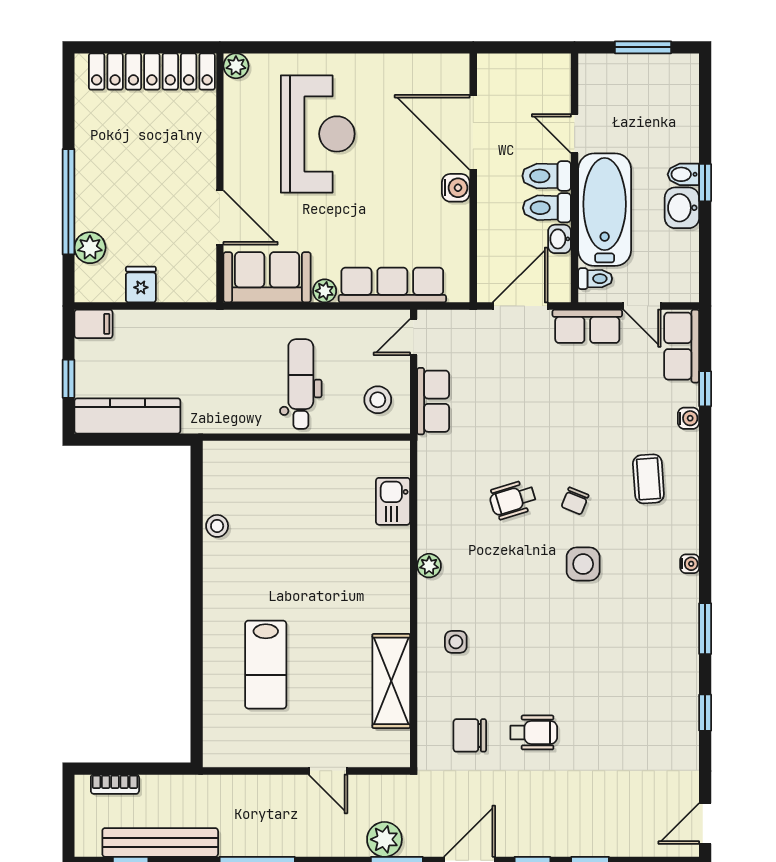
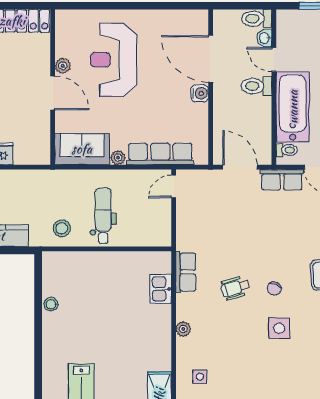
plant: (236, 66) -> (63, 66), moved
reception desk: (318, 134) -> (114, 60), turned 180
toilet: (547, 208) -> (257, 19), moved
door: (220, 217) -> (53, 93), moved
washbasin: (560, 239) -> (265, 38), moved
door: (520, 306) -> (240, 167), hinge flipped
stool: (378, 400) -> (62, 228), moved
row of seats: (433, 401) -> (186, 272), moved

